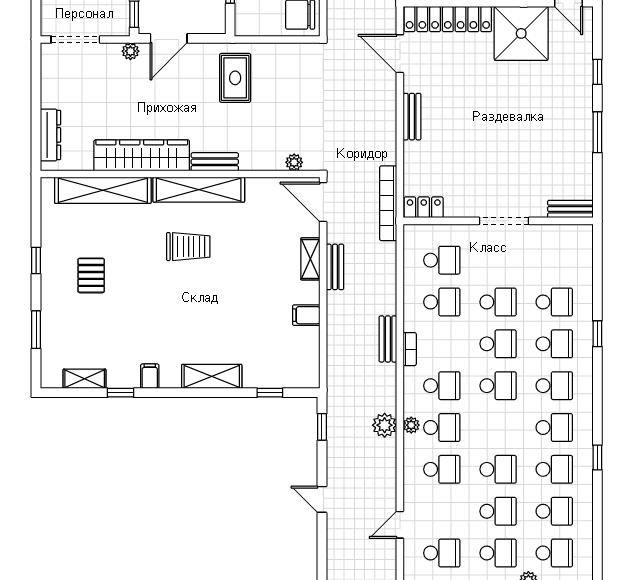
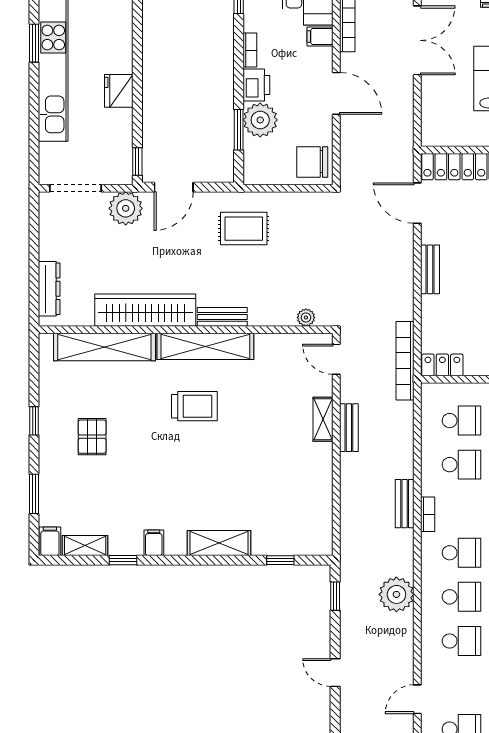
plant: (130, 51) -> (126, 208), width x1.88, depth x1.88
rug: (235, 78) -> (244, 229), turned 90
door: (323, 202) -> (336, 359), width x0.73
filing cabinet: (306, 315) -> (50, 541), moved, turned 90
plant: (385, 425) -> (396, 594), width x1.36, depth x1.36
plant: (411, 425) -> (429, 594), removed

